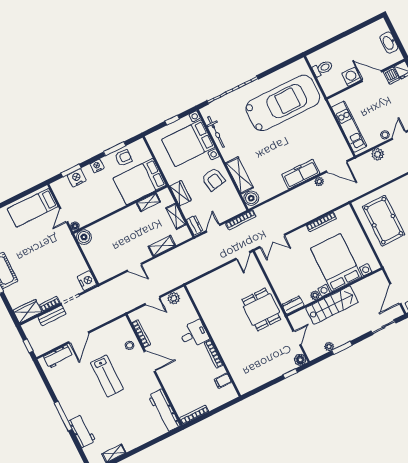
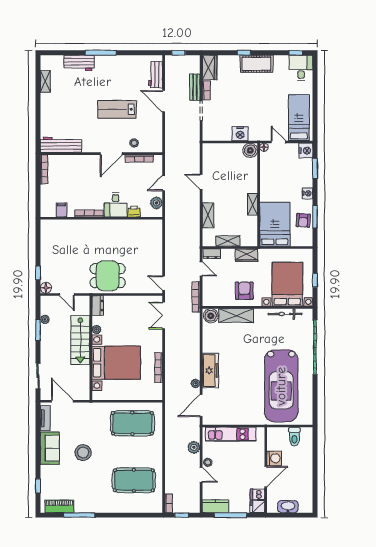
nightstand: (77, 178) -> (306, 151), moved
armchair: (213, 179) -> (244, 291), turned 100
shelving: (148, 202) -> (253, 204), moved
door: (134, 267) -> (201, 182), hinge flipped
nightstand: (87, 281) -> (240, 134), moved
printer: (192, 315) -> (134, 211), added

